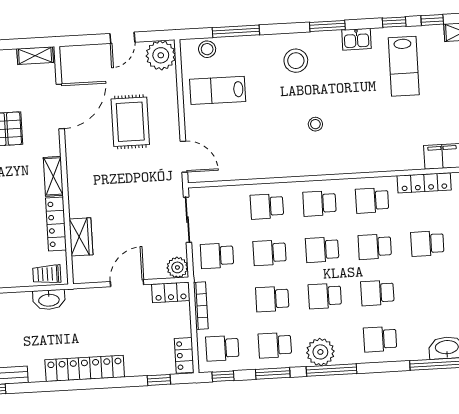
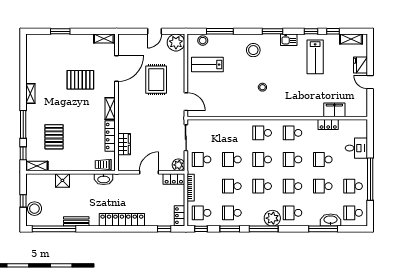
locker: (424, 183) -> (328, 124), width x0.66
school desk: (267, 206) -> (323, 186), moved
plant: (320, 352) -> (272, 218), moved

